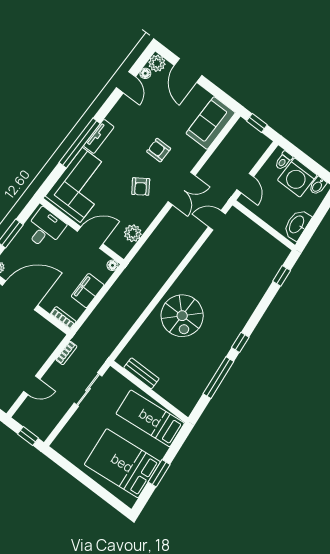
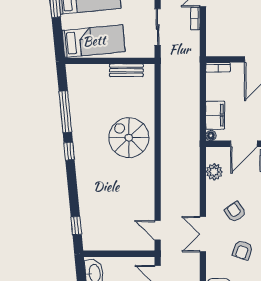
armchair: (159, 150) -> (243, 250), turned 108
door: (217, 220) -> (158, 230), swing flipped
filing cabinet: (88, 291) -> (215, 115), moved
bookcase: (66, 353) -> (195, 19), moved

